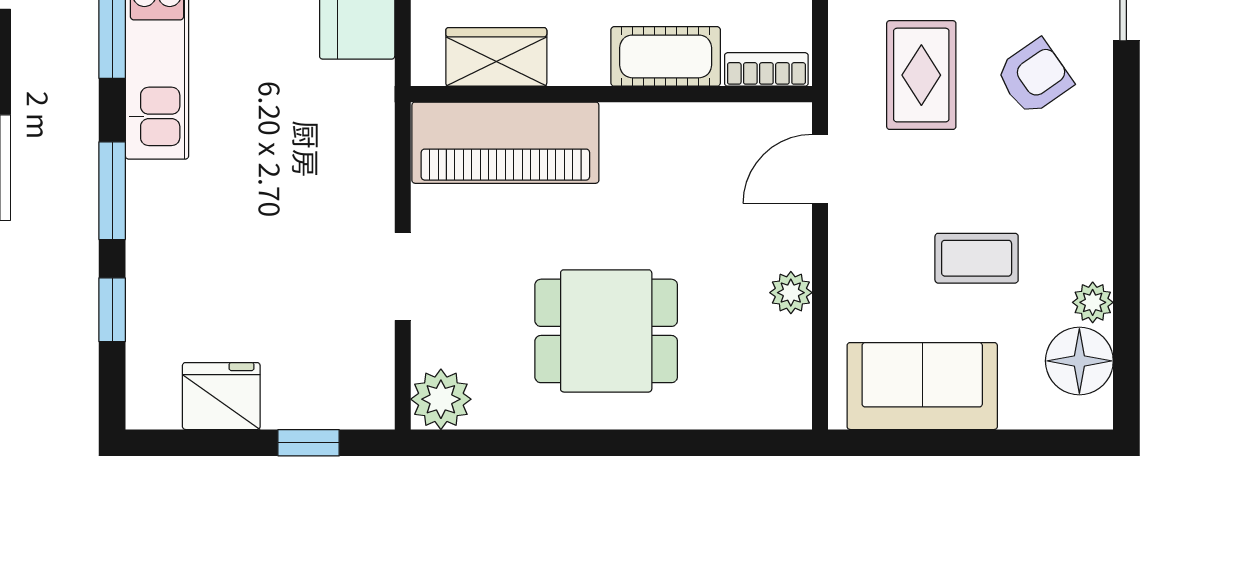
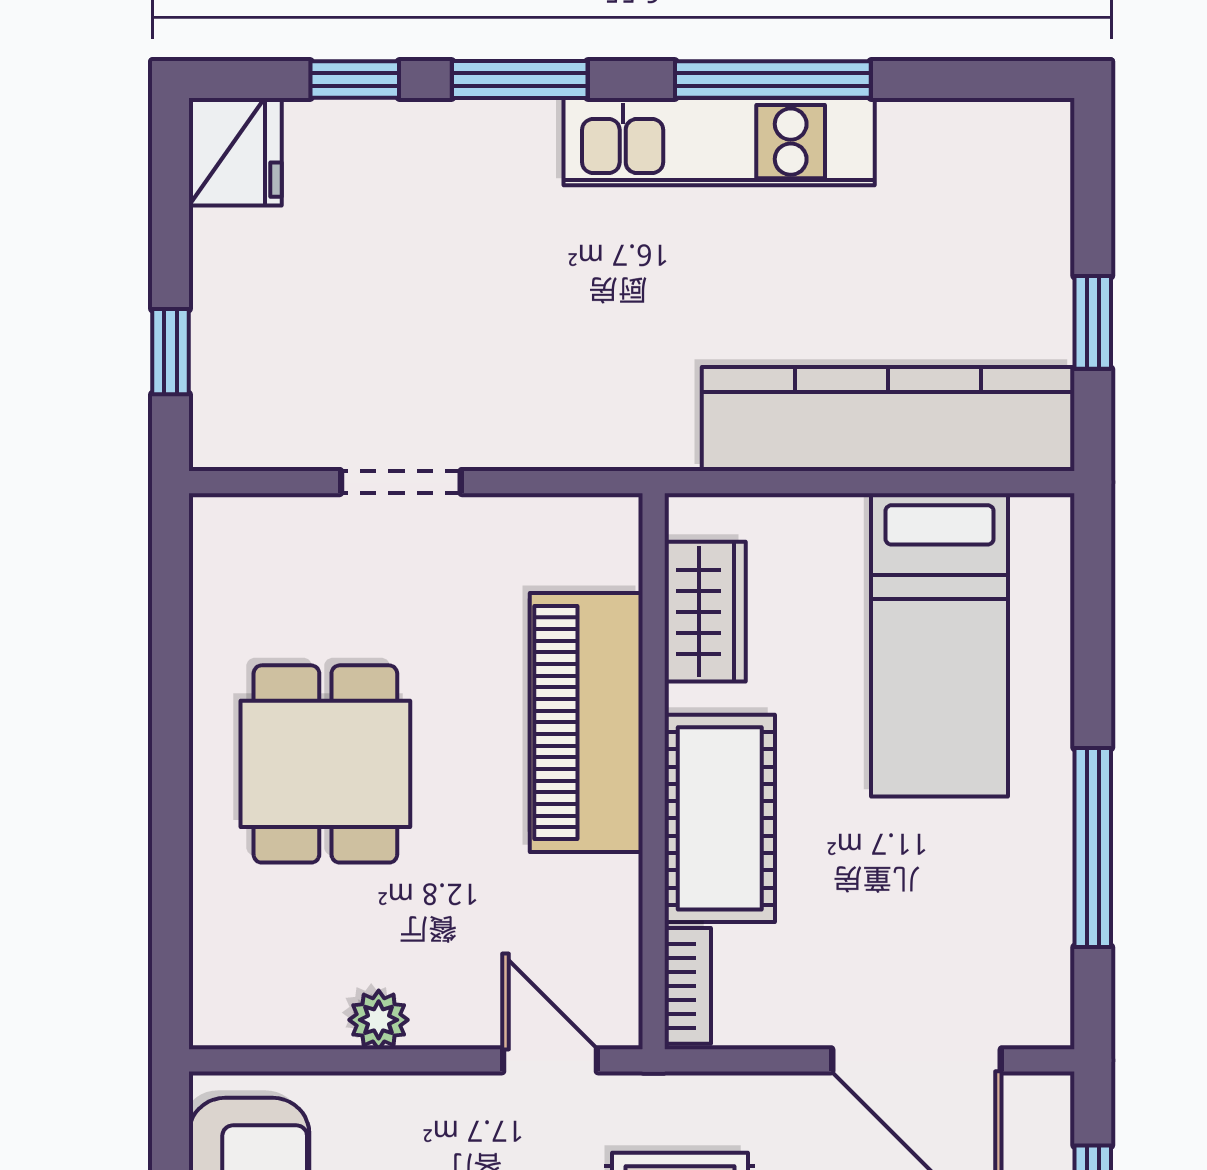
cot: (666, 56) -> (720, 818), width x1.37, depth x1.34
piano: (505, 143) -> (586, 722), moved
fridge: (221, 396) -> (235, 152), moved
plant: (441, 399) -> (231, 535), removed

